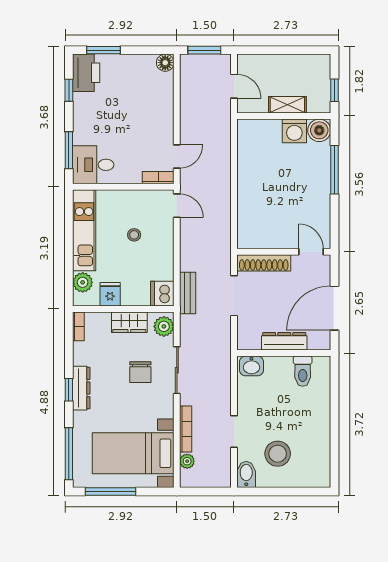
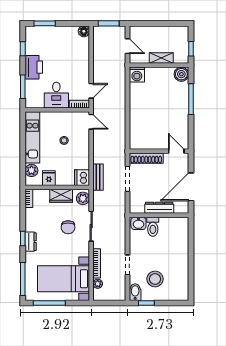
printer: (86, 73) -> (34, 67), moved
washing machine: (294, 131) -> (137, 75), moved
desk: (93, 165) -> (56, 95), moved, turned -90
toilet: (303, 371) -> (153, 227), moved
dresser: (81, 388) -> (31, 242), width x0.70
window: (264, 492) -> (146, 303), added

